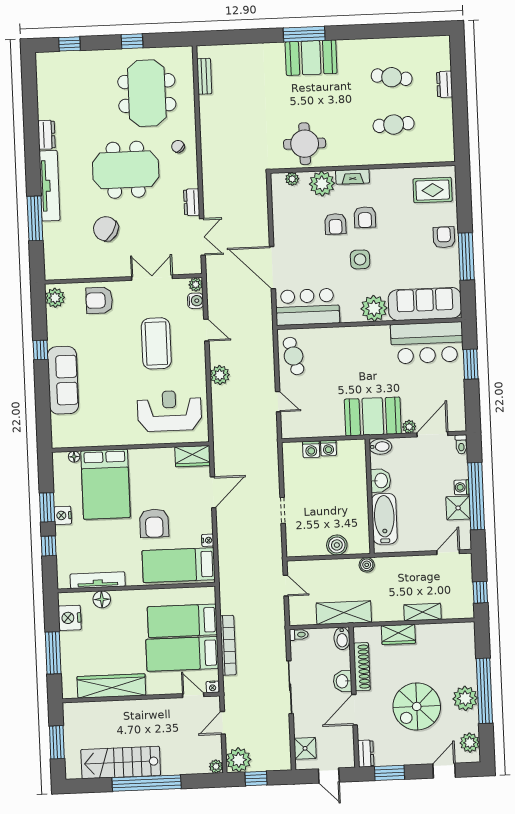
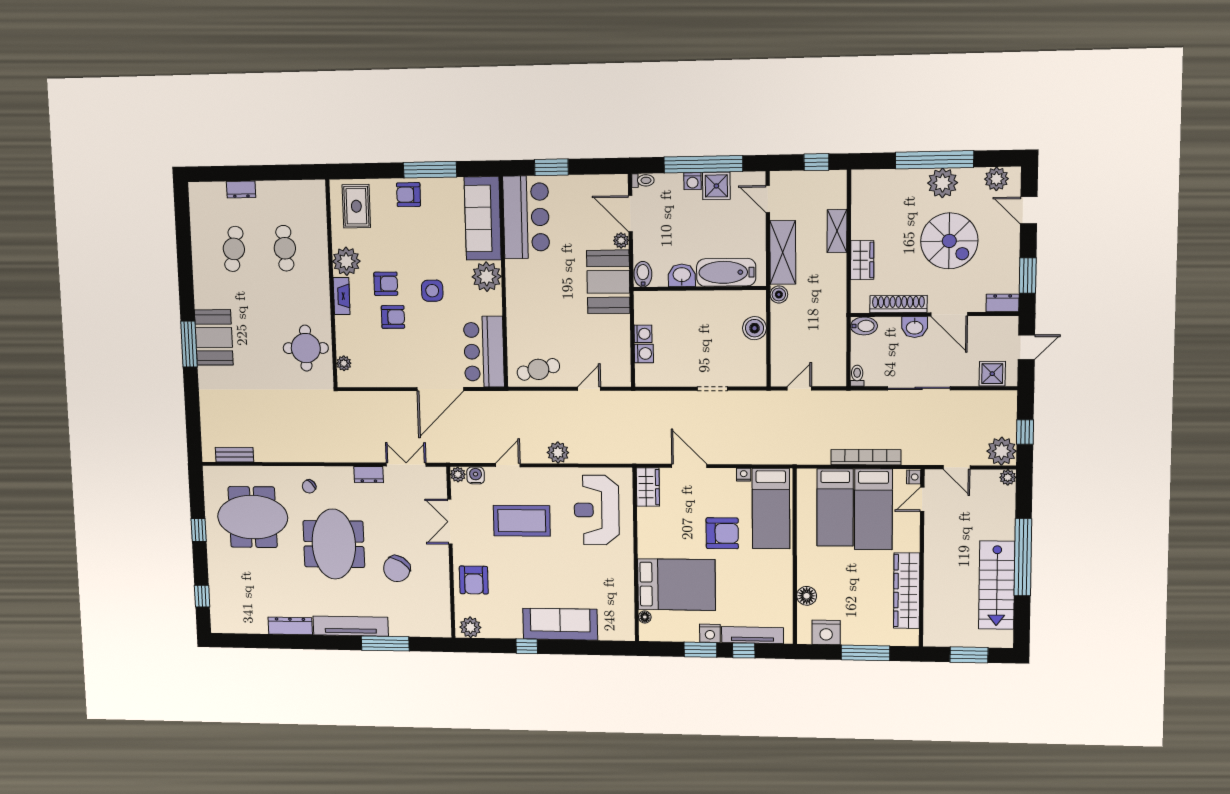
dresser: (46, 135) -> (290, 626), width x1.44
plant: (322, 184) -> (346, 261), moved
tv unit: (98, 580) -> (752, 635), moved, turned 90
shelving: (344, 613) -> (783, 252), moved

